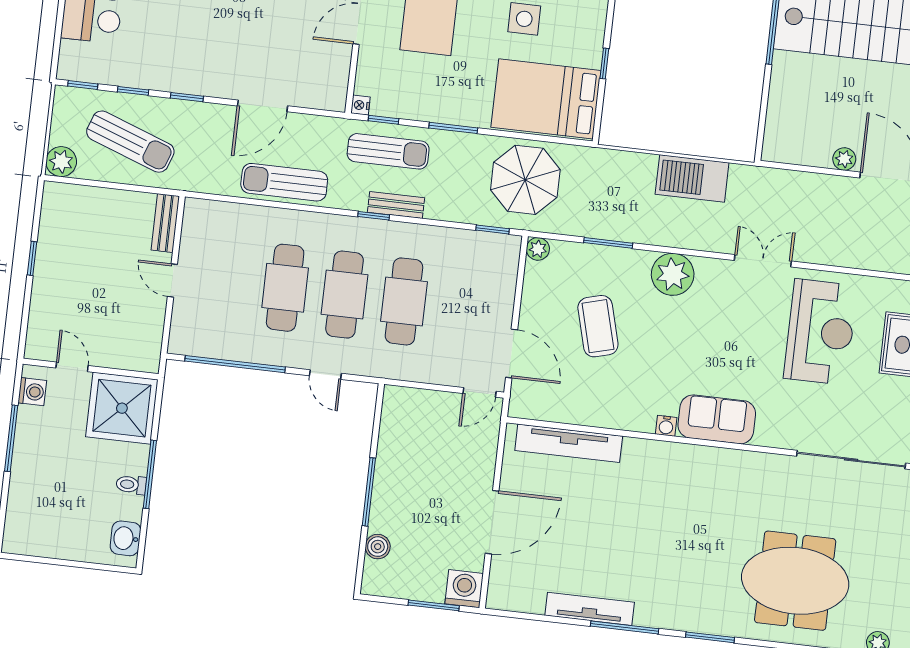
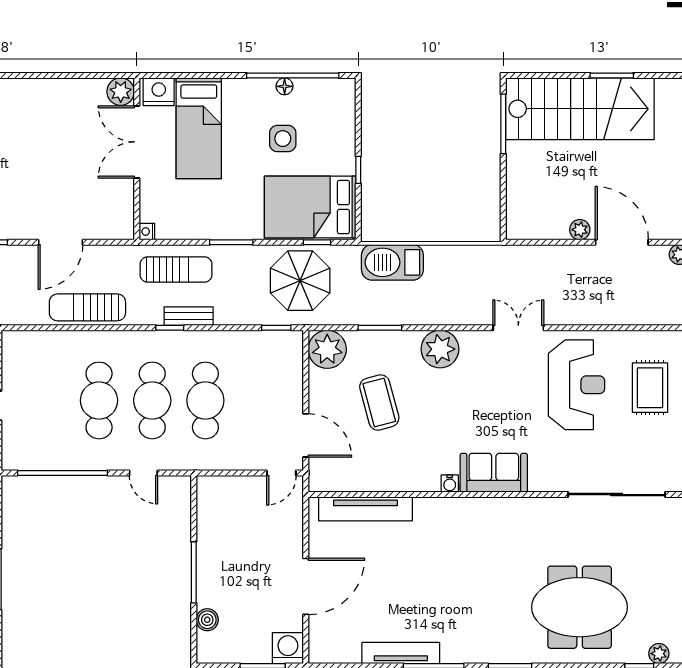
window: (383, 120) -> (317, 242), moved
barbecue: (692, 178) -> (392, 262), moved
plant: (538, 249) -> (327, 349), width x1.87, depth x1.87

